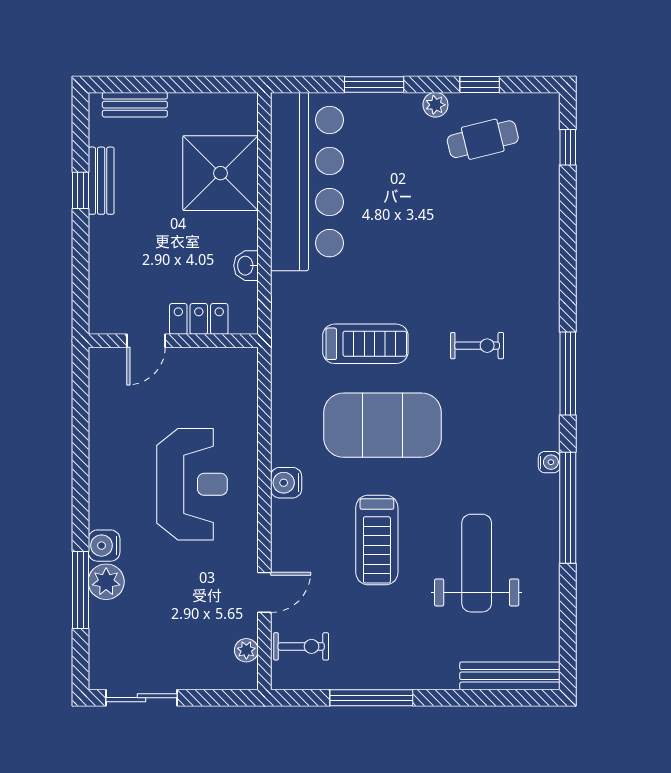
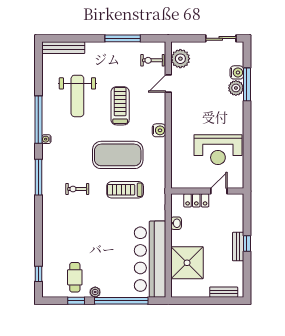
window: (374, 84) -> (121, 301), width x2.11
cafe table: (483, 139) -> (75, 277), turned -76
bench: (101, 181) -> (238, 247), moved
window: (80, 190) -> (247, 243), moved
reception desk: (192, 484) -> (218, 150), moved, turned -90
water cooler: (104, 546) -> (237, 72), moved
plant: (246, 650) -> (180, 59), width x1.88, depth x1.88

